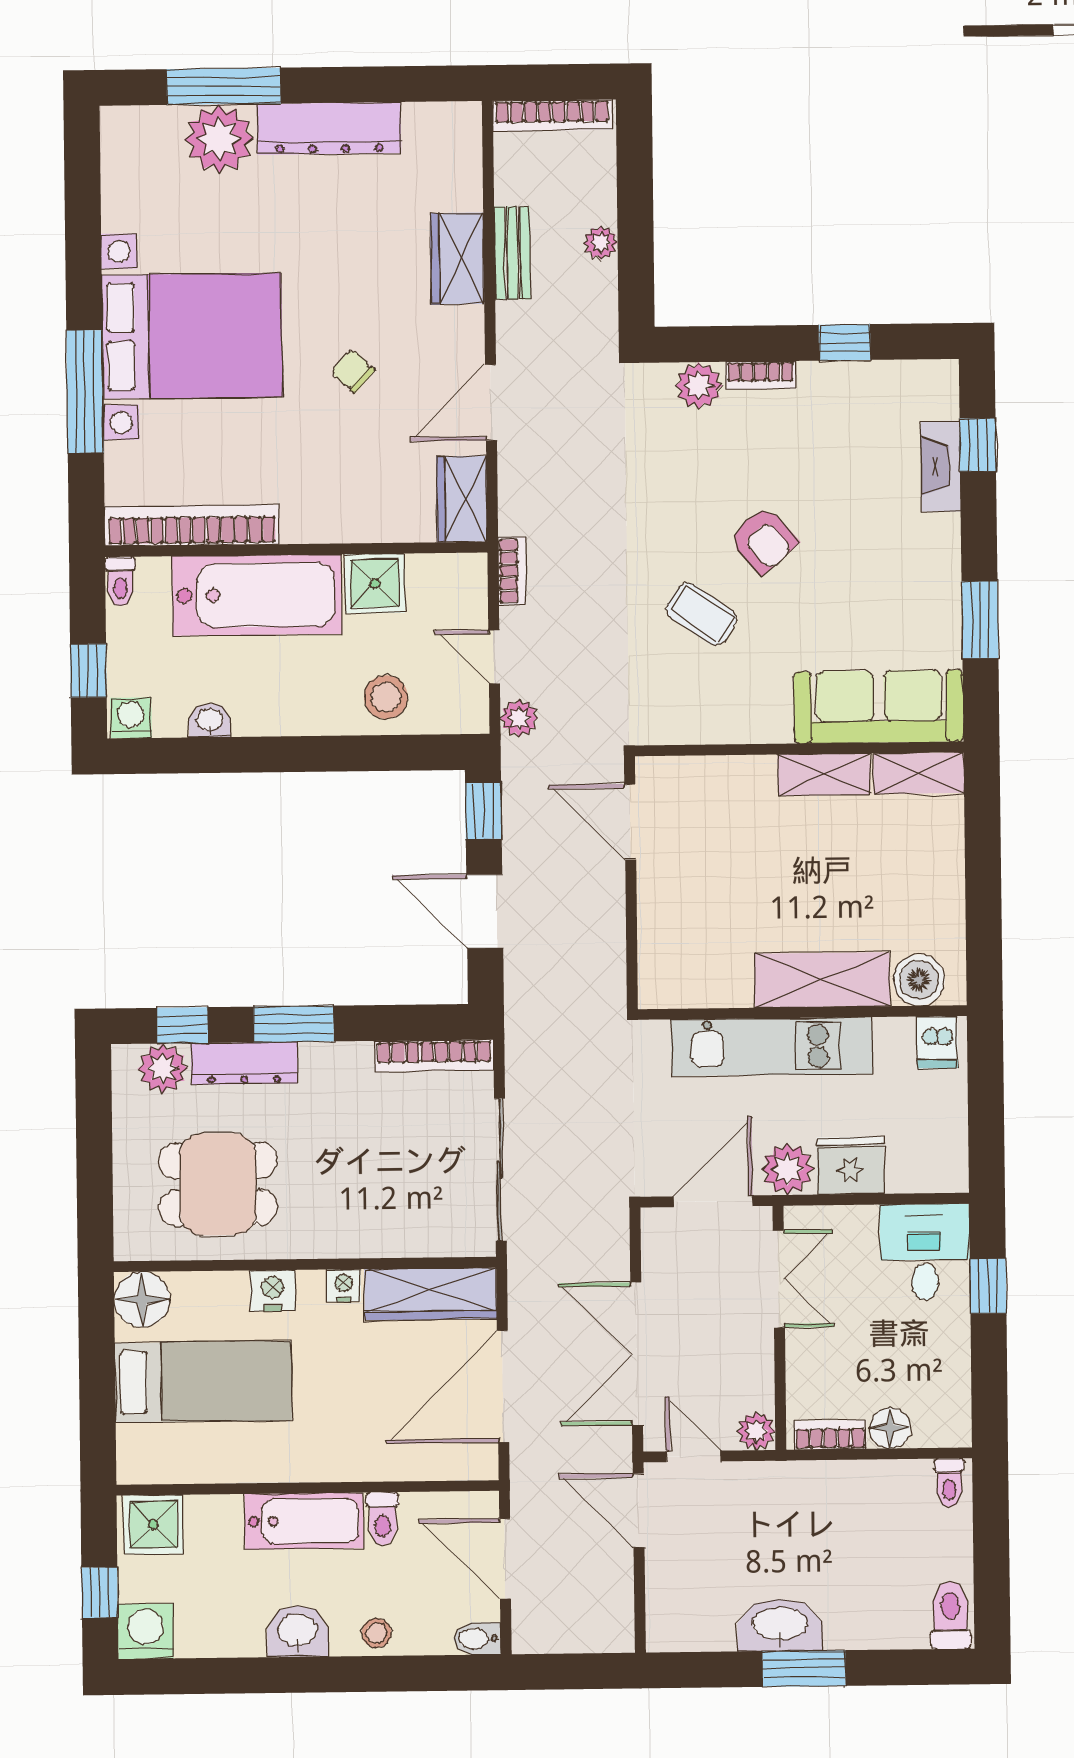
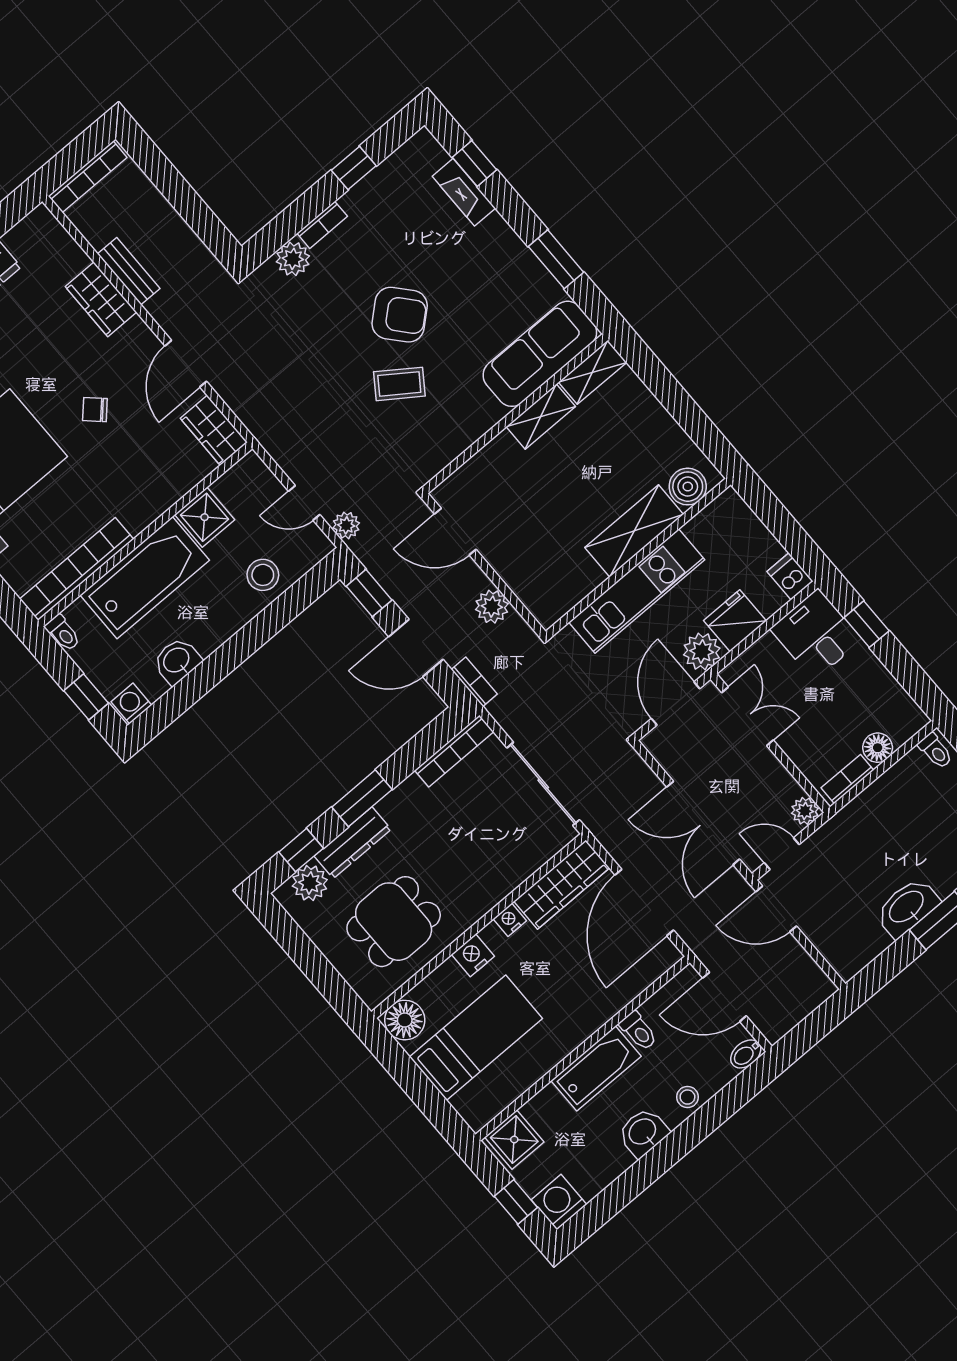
plant: (601, 243) -> (492, 607), moved, width x1.38, depth x1.38
armchair: (764, 540) -> (400, 315), width x1.38, depth x1.38
bookcase: (512, 571) -> (474, 682), moved
washbasin: (210, 720) -> (177, 661), width x1.38, depth x1.45
dishwasher: (937, 1042) -> (790, 576), moved, turned 180

